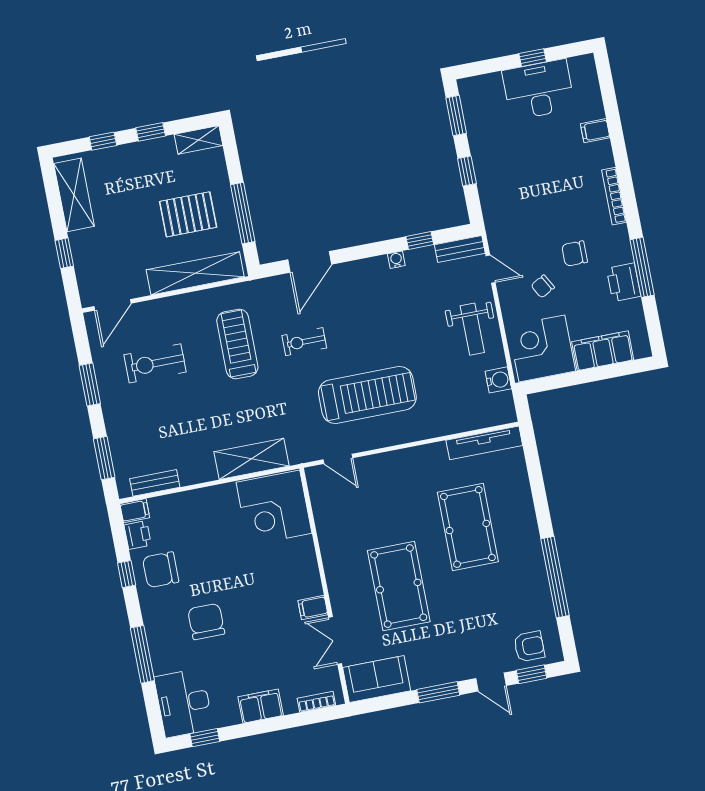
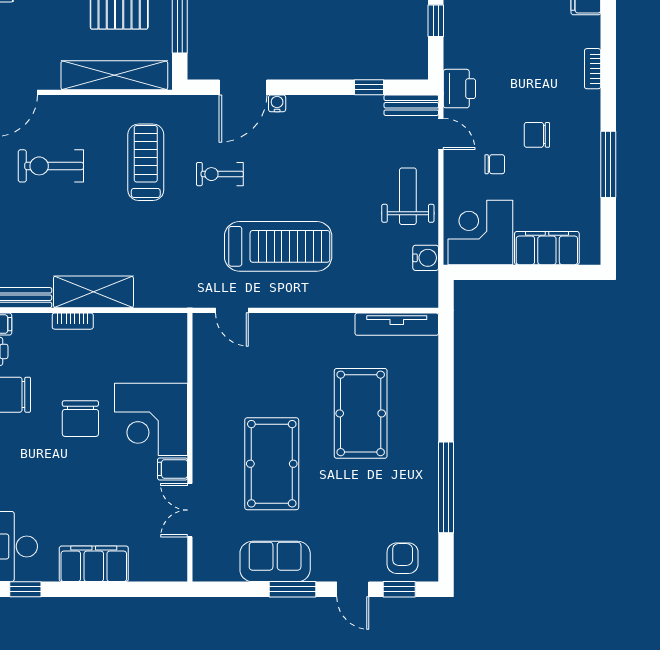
bookcase: (614, 196) -> (593, 69), width x0.64
water cooler: (396, 260) -> (277, 103), moved
printer: (624, 282) -> (459, 89), moved, turned 180
chair: (543, 286) -> (495, 164), turned -151
weight bench: (472, 329) -> (408, 196), turned 180
shelving: (251, 459) -> (93, 292), moved
corner desk: (274, 508) -> (151, 419), moved
chair: (206, 622) -> (80, 419), moved, turned 180
armchair: (529, 646) -> (403, 558), turned -90
sofa: (377, 679) -> (275, 561), moved
bookcase: (316, 702) -> (73, 321), moved, turned 180
filing cabinet: (261, 706) -> (94, 564), width x1.50, depth x1.17

